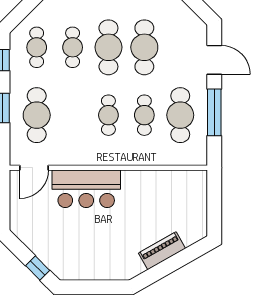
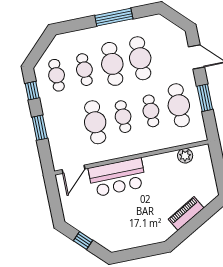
window: (214, 112) -> (205, 98), width x0.69
cafe table: (37, 115) -> (95, 122), moved
plant: (175, 179) -> (185, 156), added
window: (38, 268) -> (83, 241), moved

